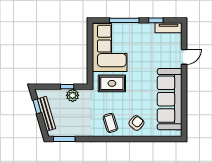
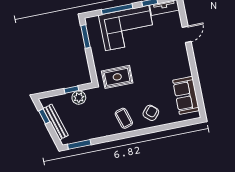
window: (90, 40) -> (86, 37), added
corner sofa: (110, 48) -> (127, 28), moved, turned 90
sofa: (170, 99) -> (186, 95), width x0.54, depth x0.79

